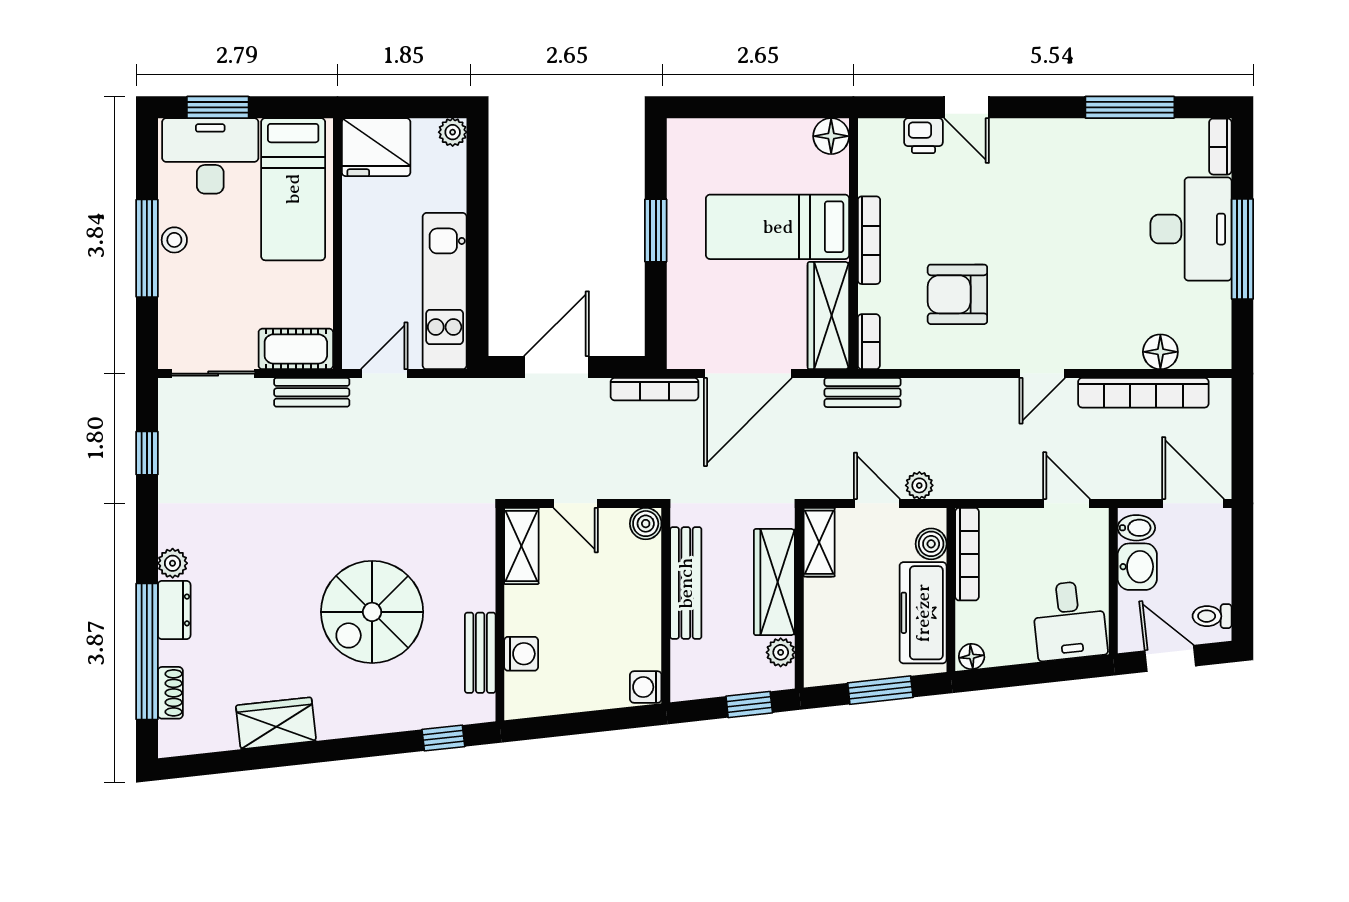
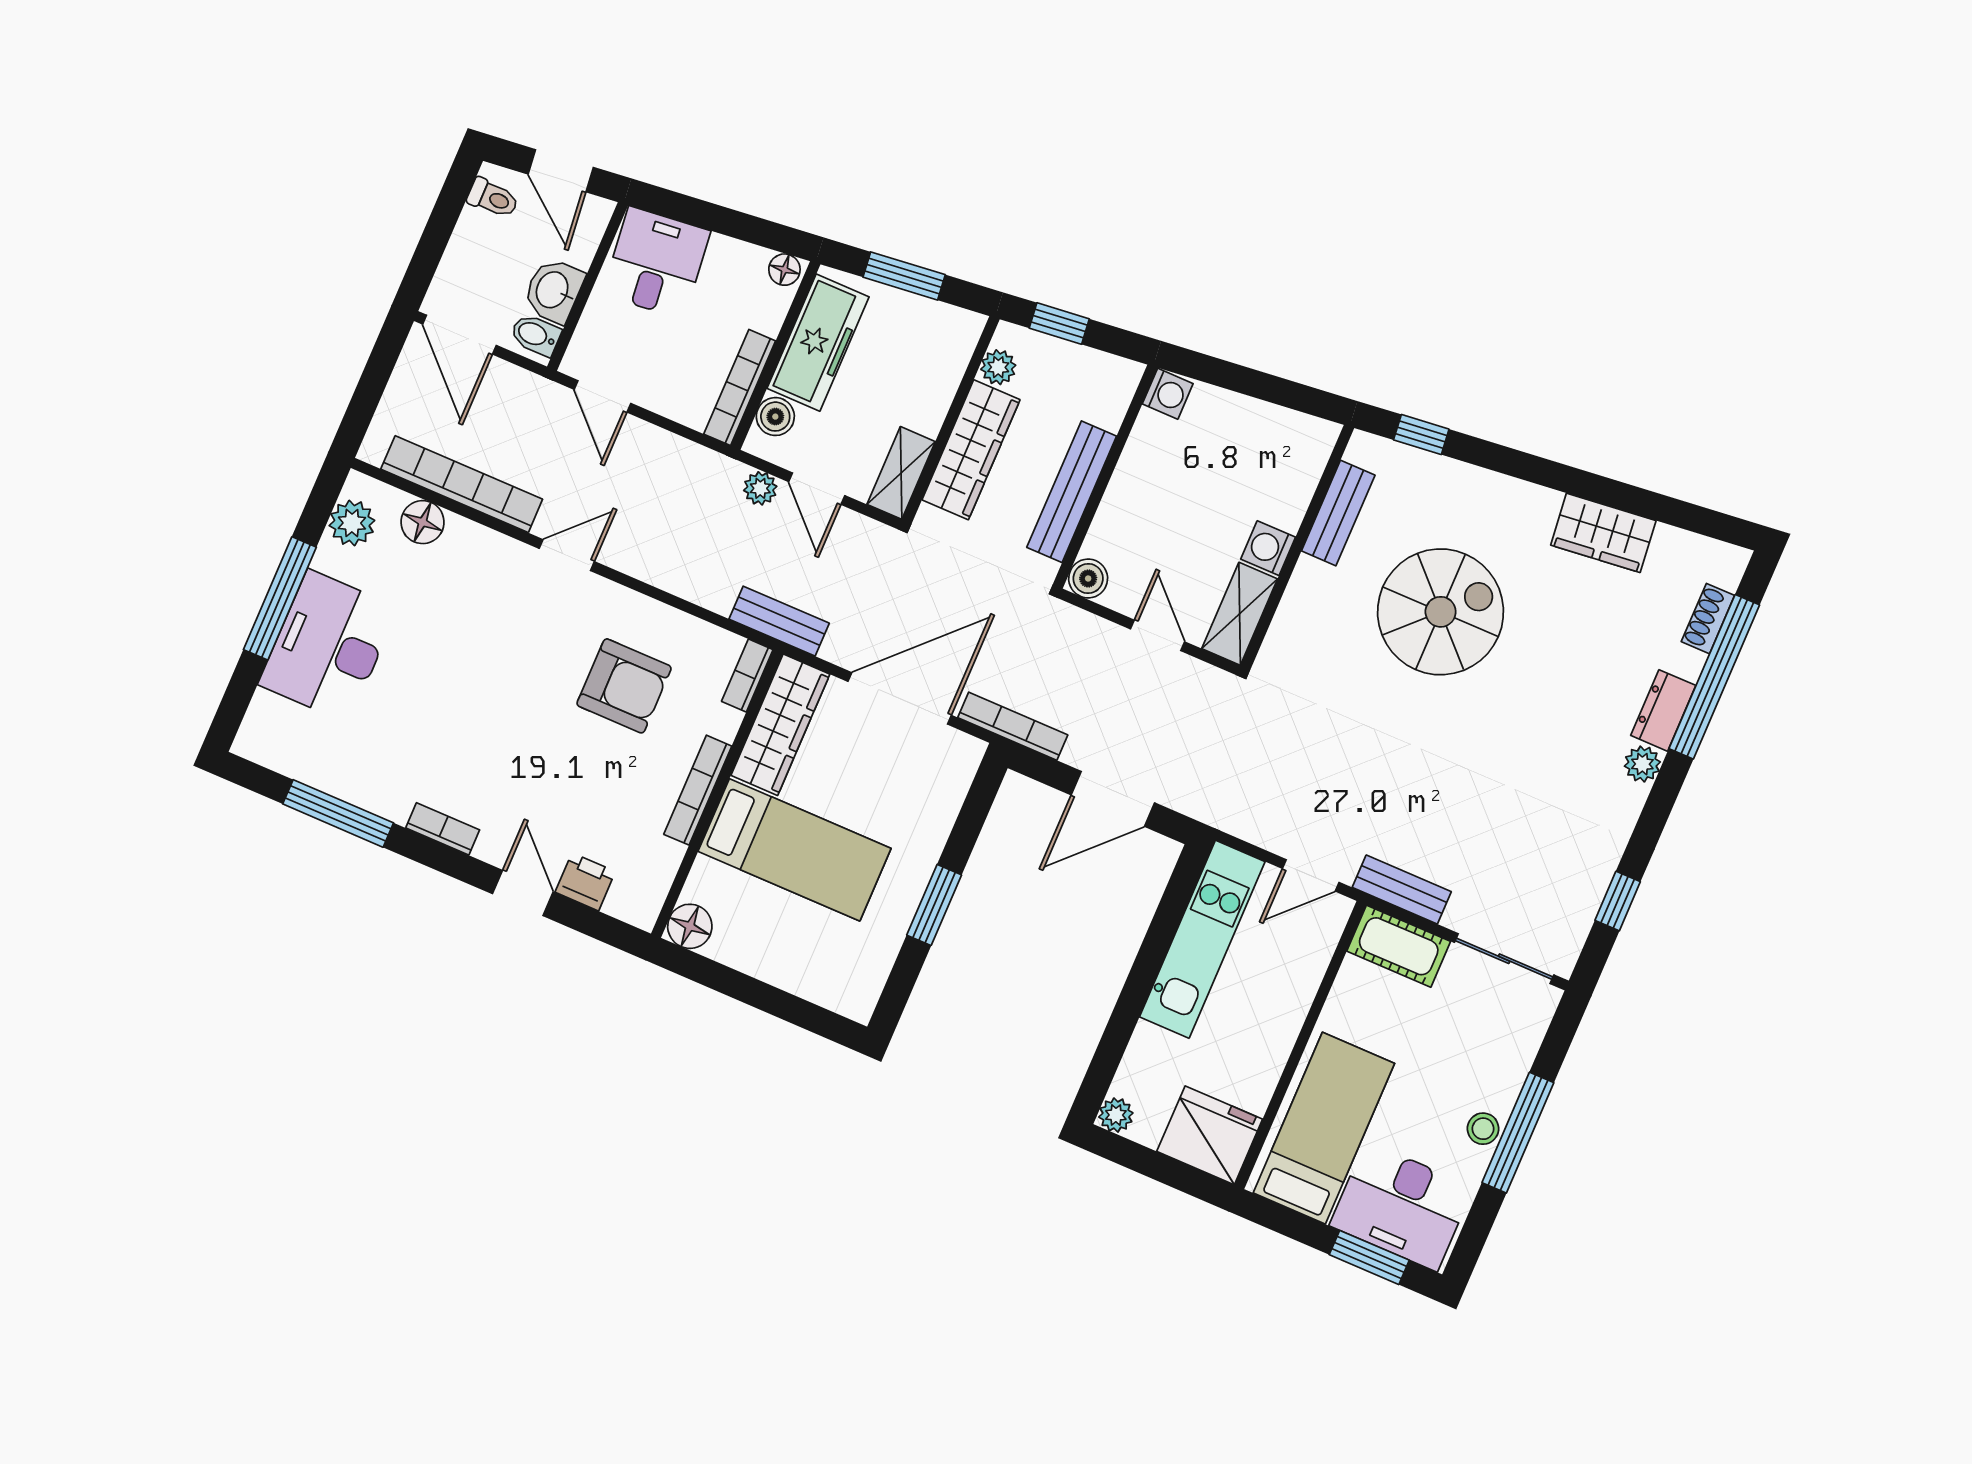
bookcase: (1220, 147) -> (443, 829), moved, turned -90
plant: (1213, 328) -> (352, 523), added
washing machine: (521, 654) -> (1268, 548), moved

